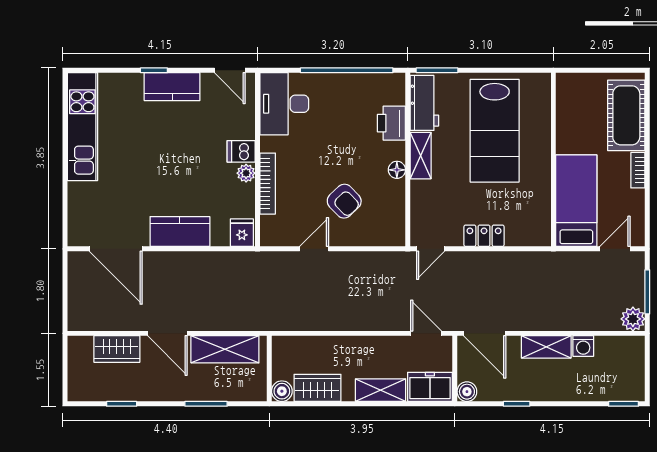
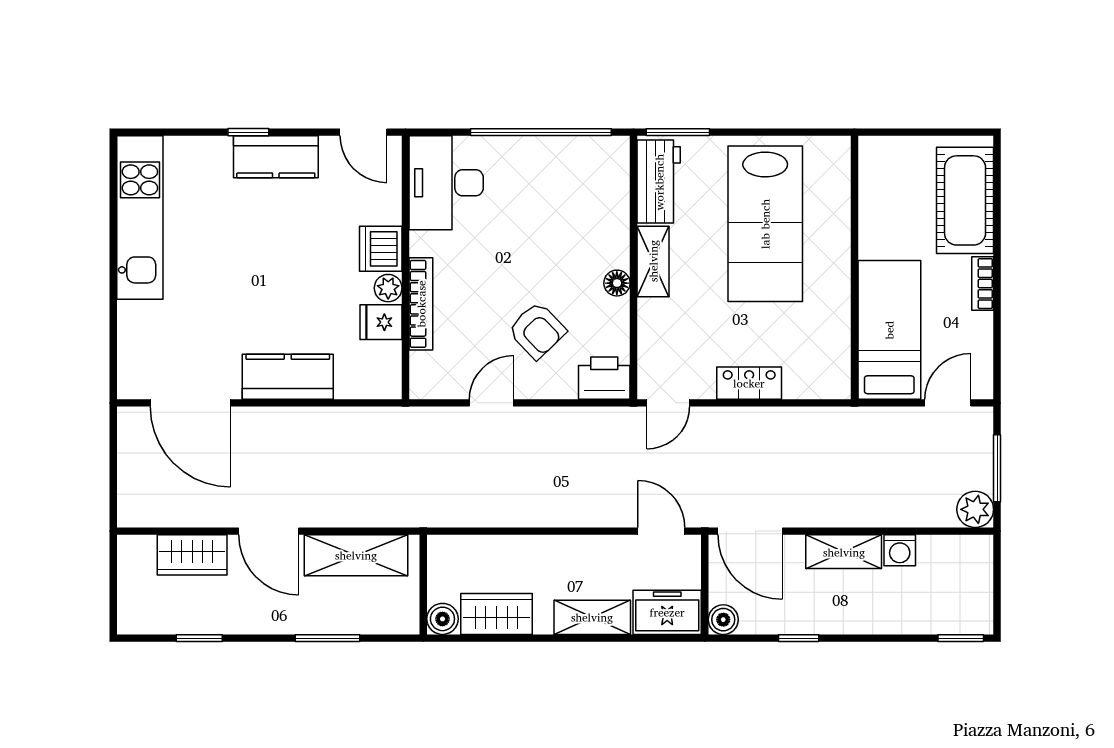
printer: (391, 123) -> (604, 378), moved, turned 90
dishwasher: (241, 151) -> (381, 249), width x1.38
fridge: (242, 233) -> (381, 322), moved, turned -90

